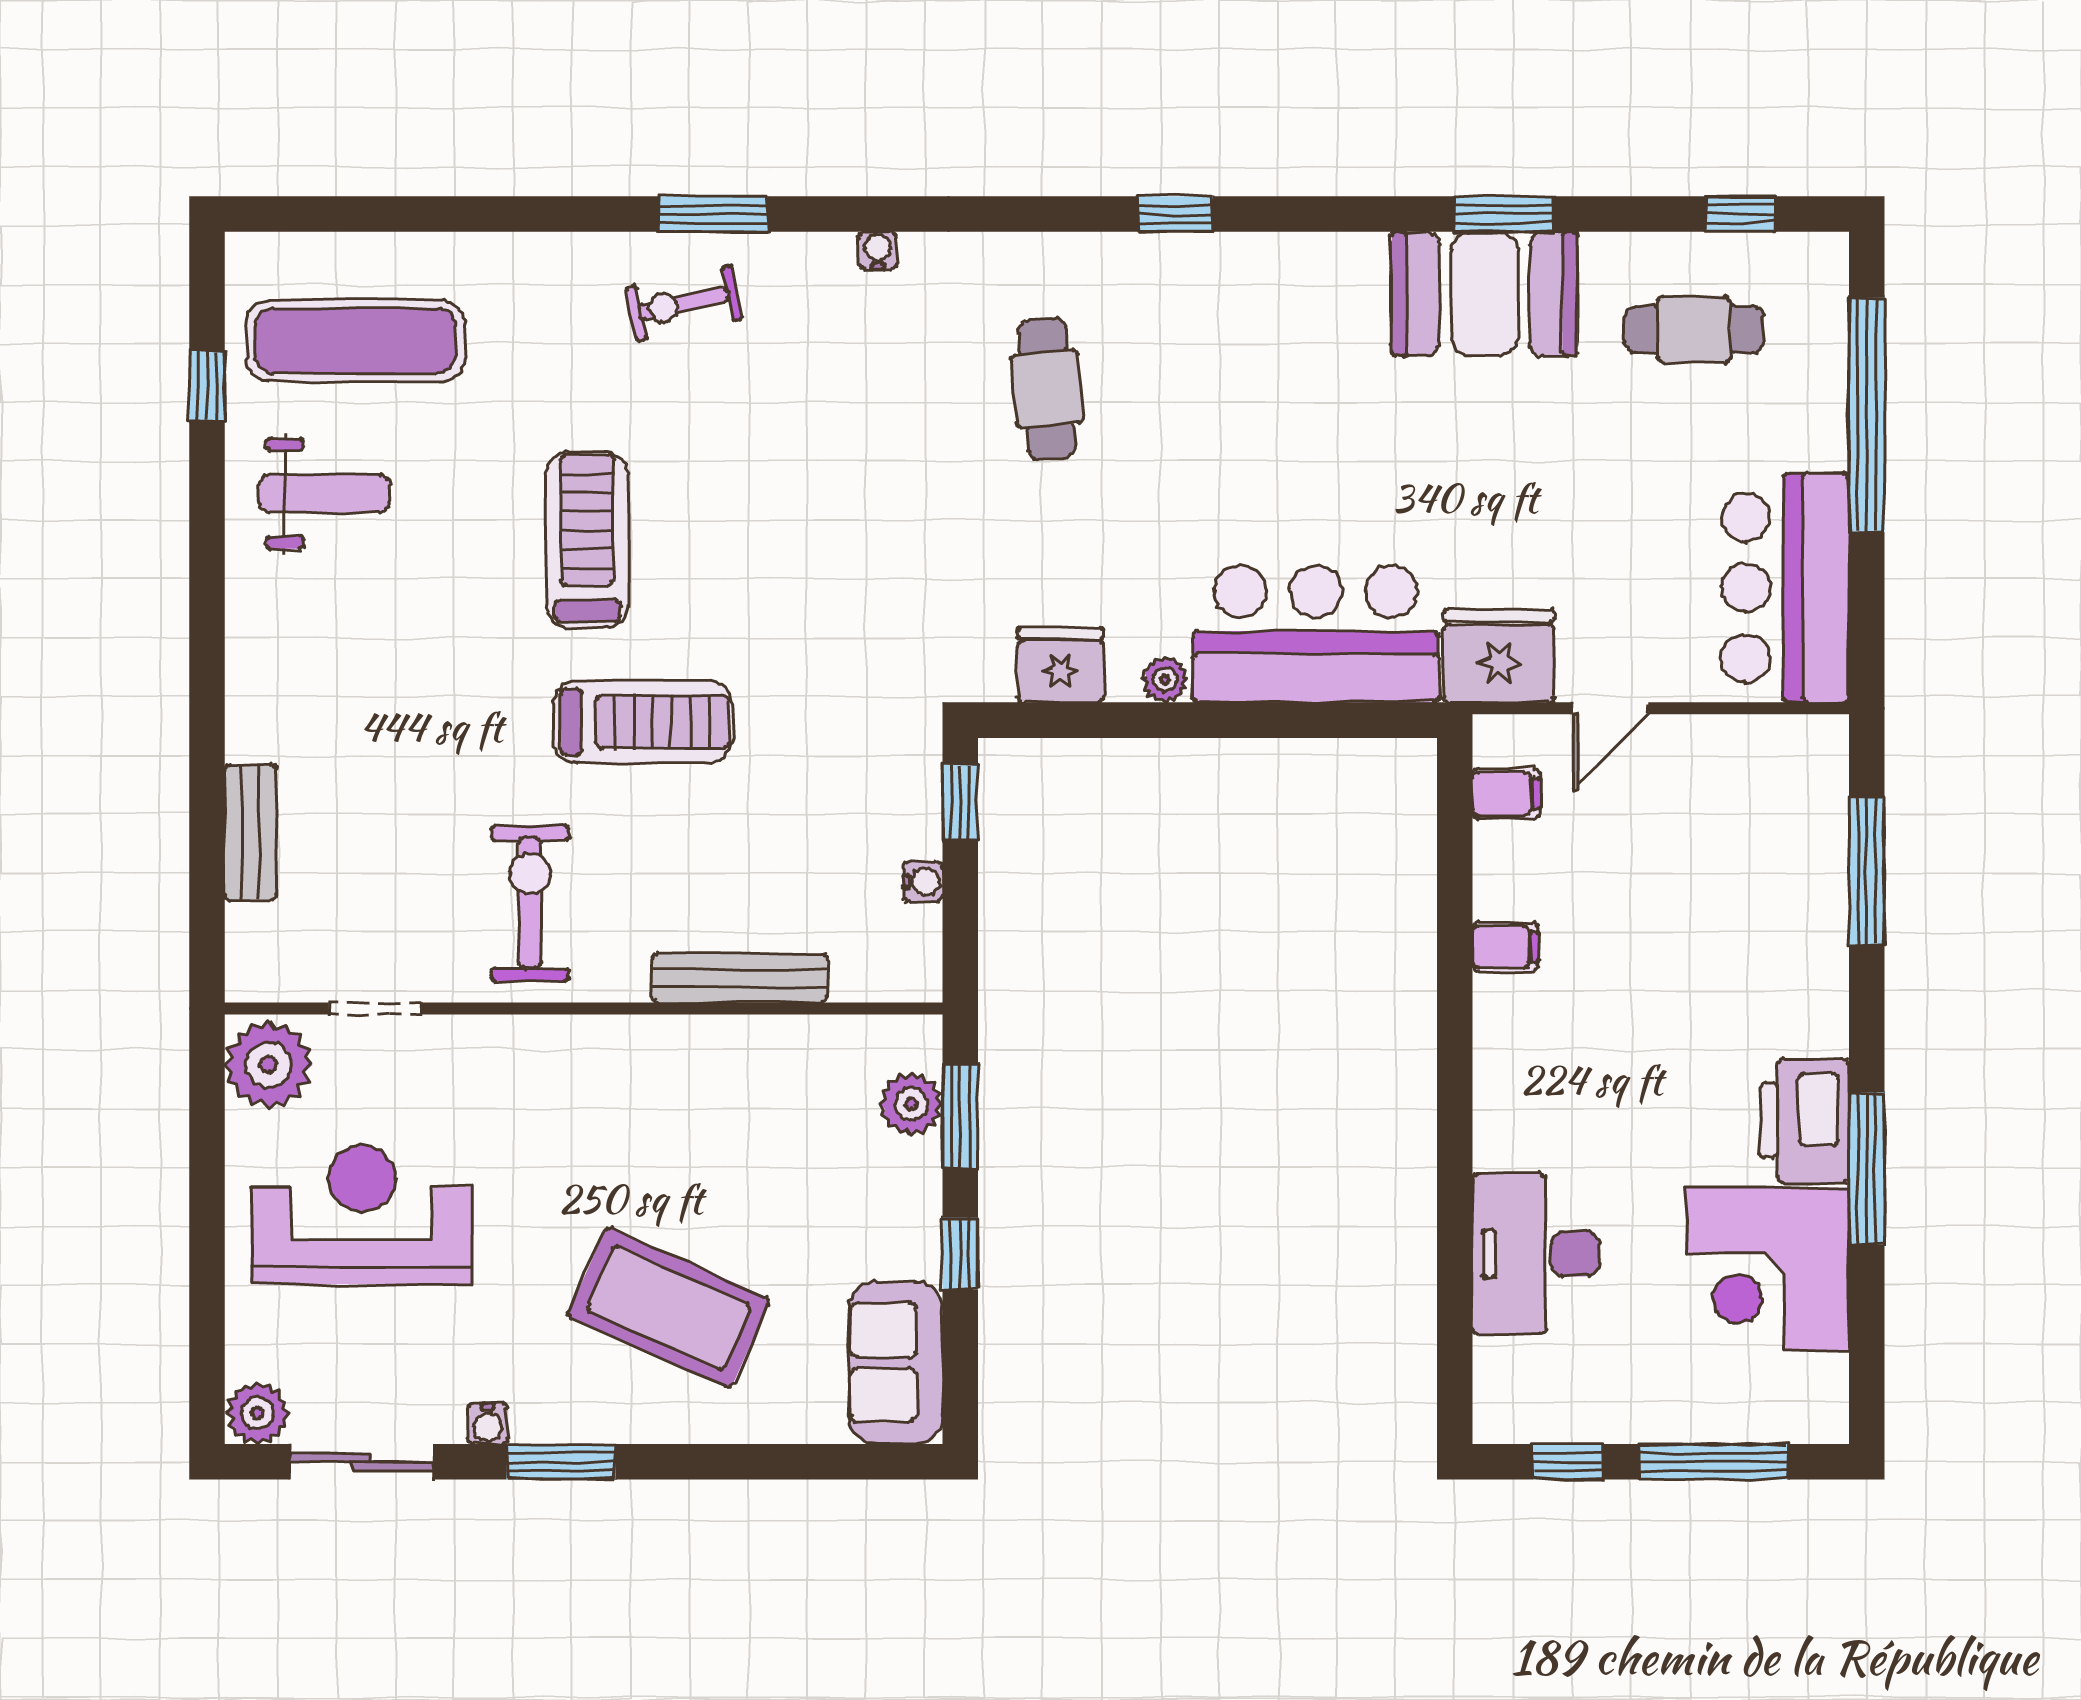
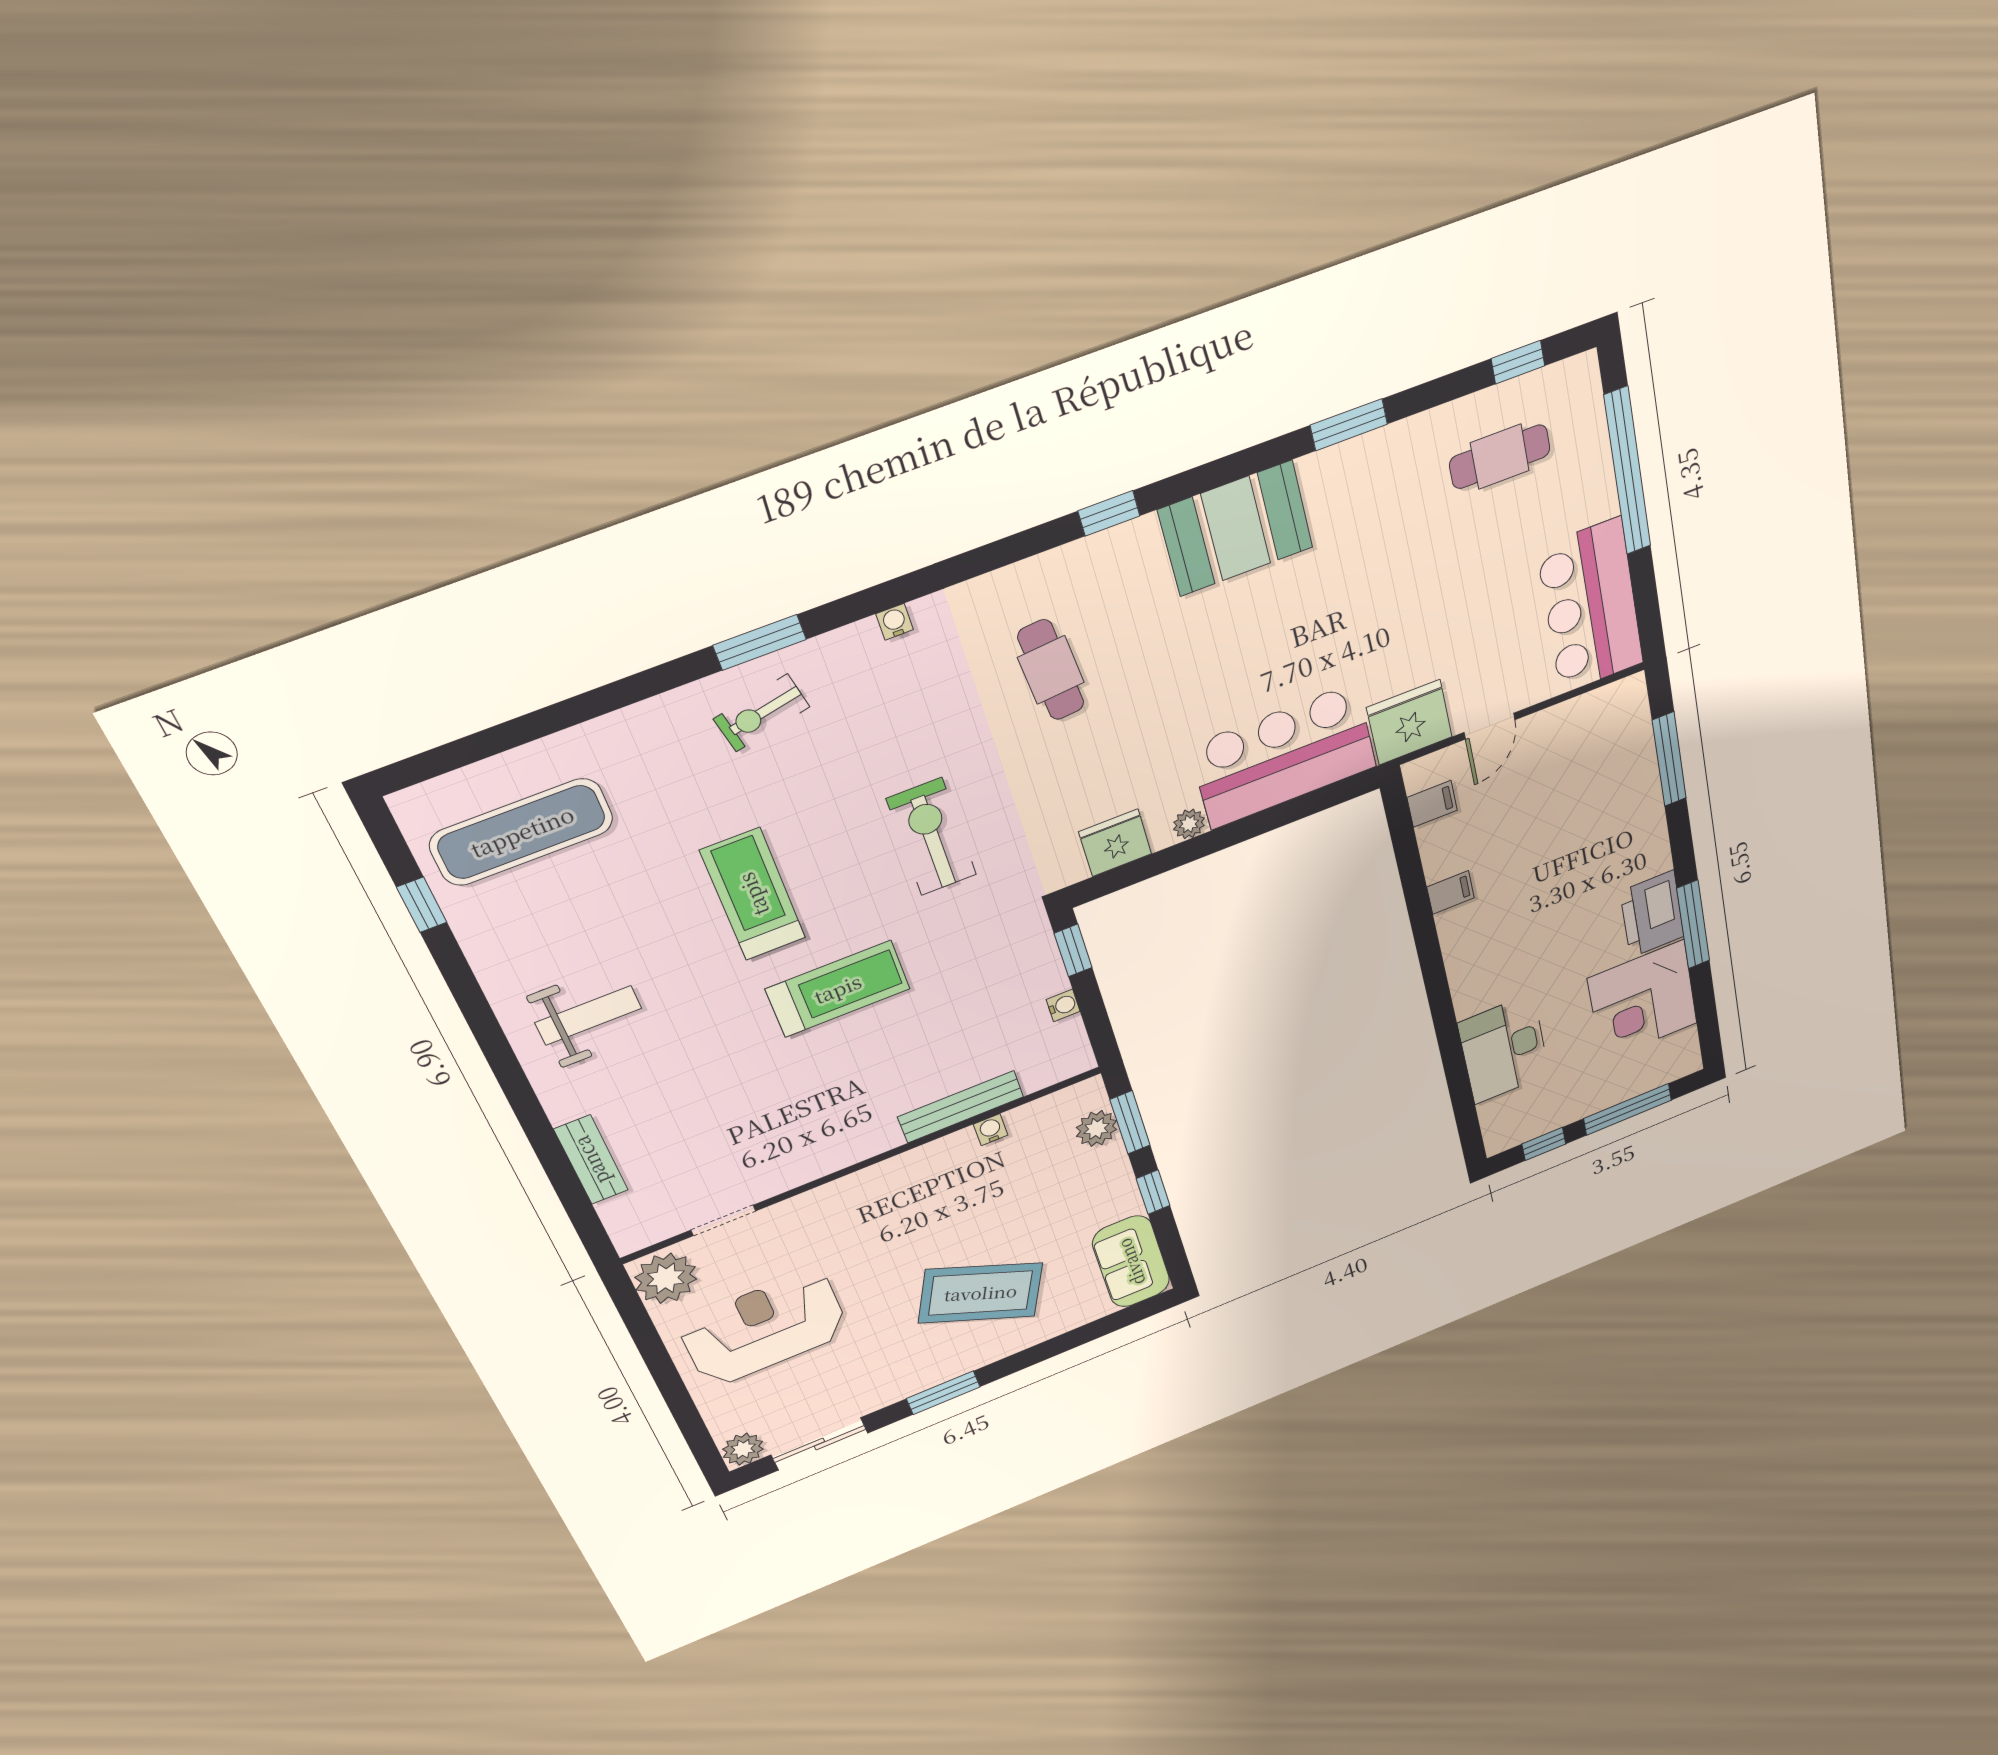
booth: (1485, 294) -> (1236, 529), moved
weight bench: (324, 493) -> (588, 1015), moved
exercise bike: (530, 903) -> (932, 837), moved
water cooler: (488, 1424) -> (991, 1130), moved, turned 180

